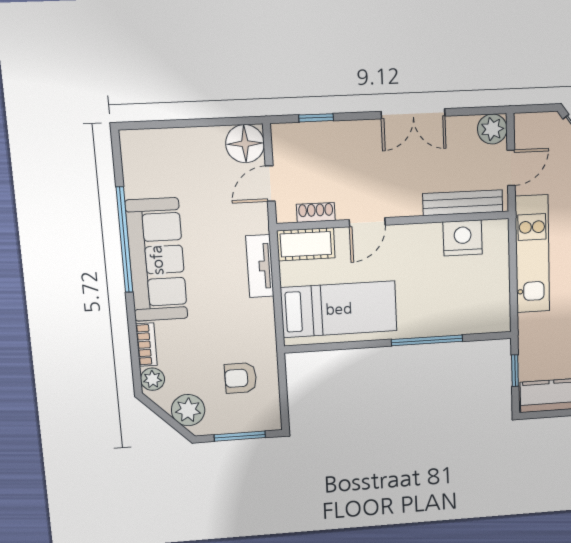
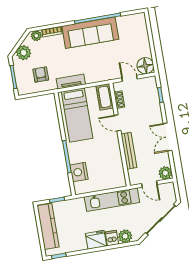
bench: (463, 203) -> (129, 151), moved
nightstand: (463, 238) -> (79, 172), moved, turned 180
tv unit: (260, 266) -> (71, 81), moved

